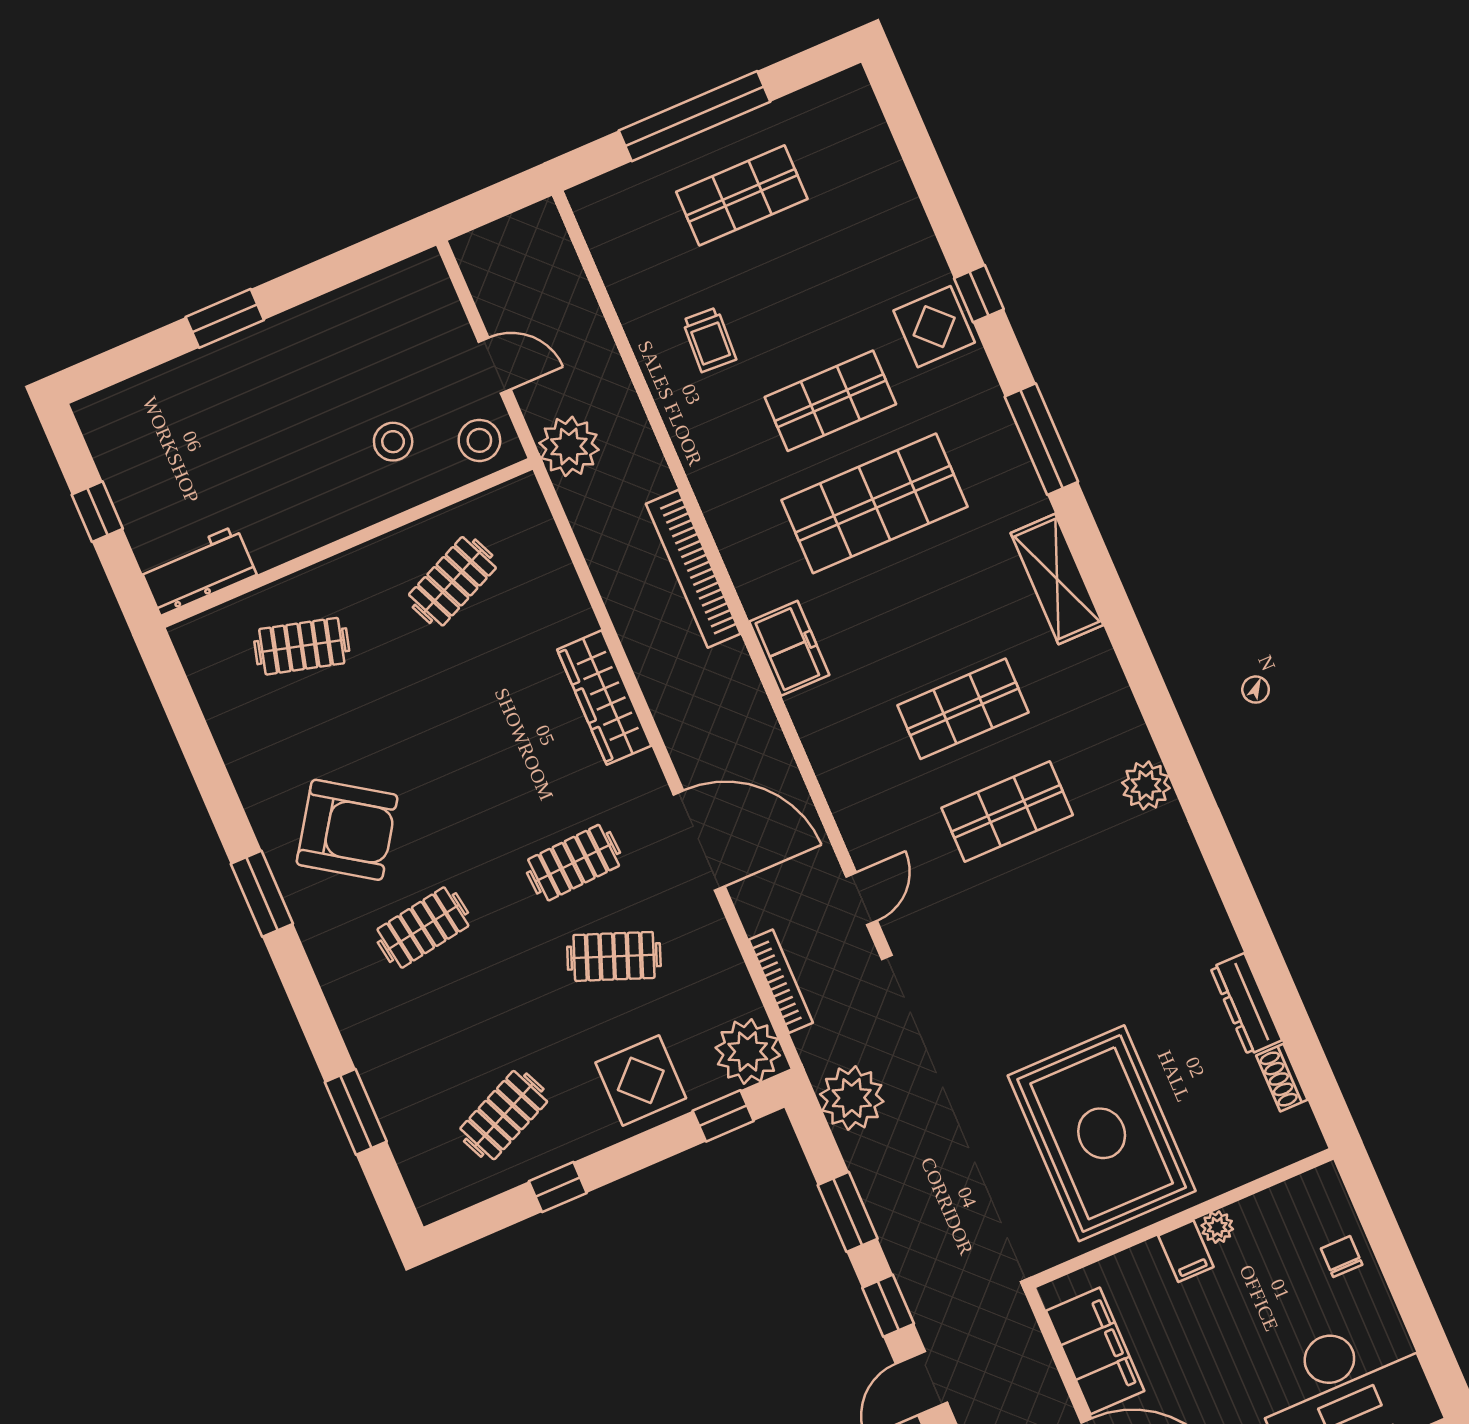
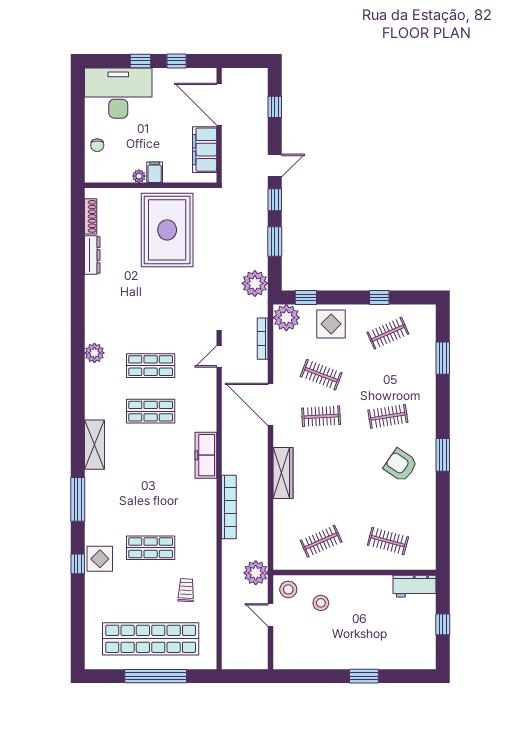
shop shelf: (742, 195) -> (151, 639), width x2.00, depth x1.36
shop shelf: (875, 503) -> (151, 502), removed
freezer: (789, 648) -> (206, 455), width x1.40
armchair: (347, 830) -> (401, 465), width x0.73, depth x0.73
shoe rack: (1282, 1078) -> (91, 216), width x1.43

